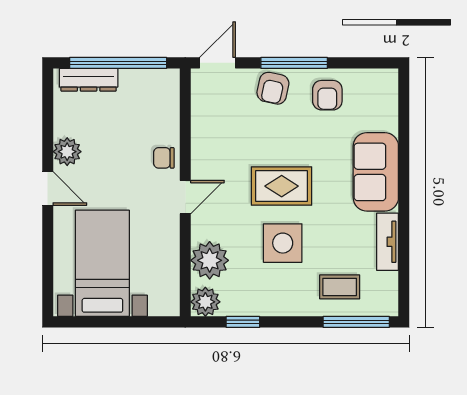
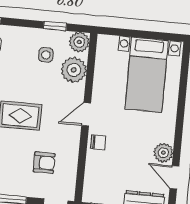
armchair: (273, 88) -> (44, 163), moved, turned 78
door: (48, 189) -> (174, 177), moved
side table: (283, 243) -> (46, 55), moved, width x0.54, depth x0.54

